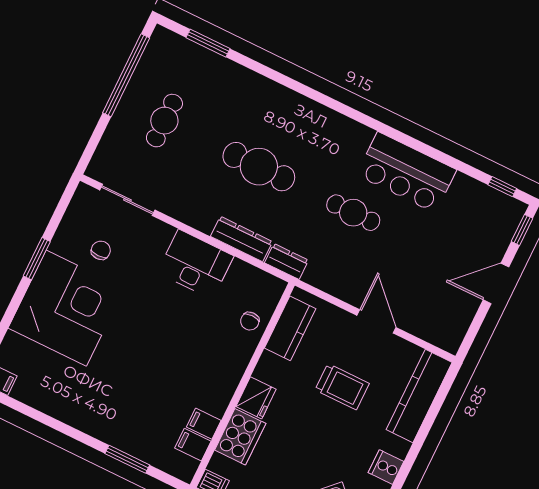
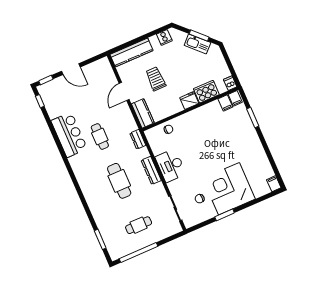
dresser: (241, 239) -> (151, 170), moved
kitchen counter: (290, 328) -> (143, 113), moved, turned 90
filing cabinet: (204, 424) -> (235, 98), moved

